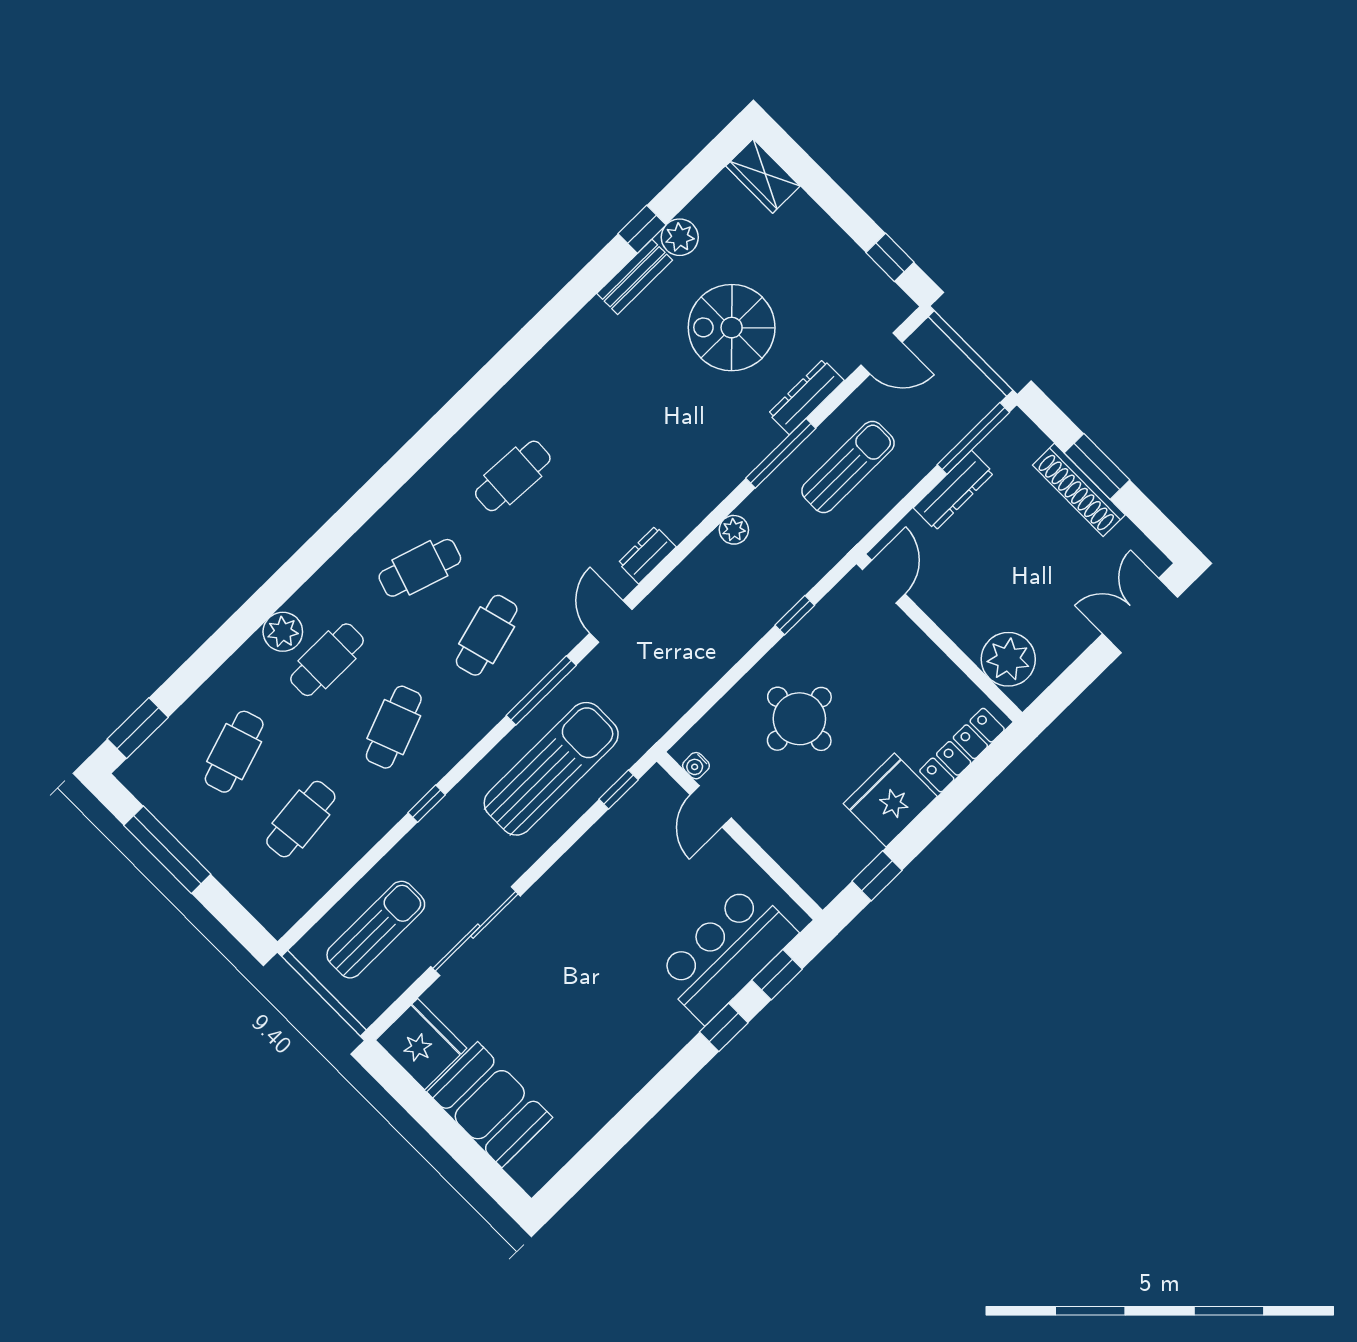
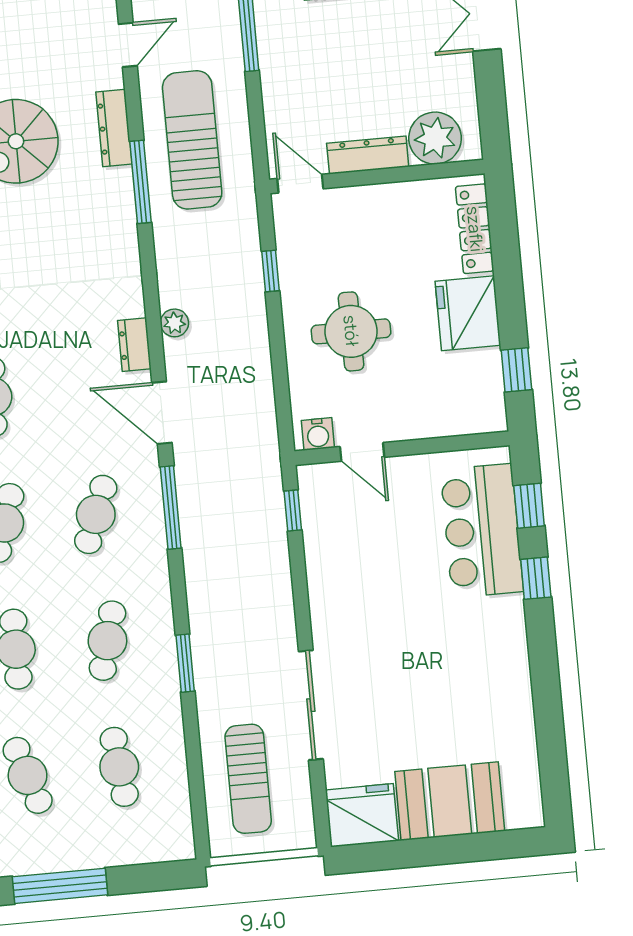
sun lounger: (848, 467) -> (192, 140), width x1.36, depth x1.34
dresser: (954, 490) -> (368, 155), moved, turned -90
plant: (734, 530) -> (174, 323), moved
door: (611, 621) -> (162, 413), width x1.38
cafe table: (487, 635) -> (96, 514), turned 36
cafe table: (394, 727) -> (107, 641), turned 36
water cooler: (696, 766) -> (318, 434), width x1.38, depth x1.38
sun lounger: (551, 769) -> (236, 548), removed
window: (427, 804) -> (185, 663), width x1.50
sun lounger: (376, 930) -> (248, 779), turned 180

